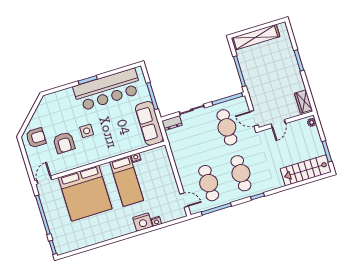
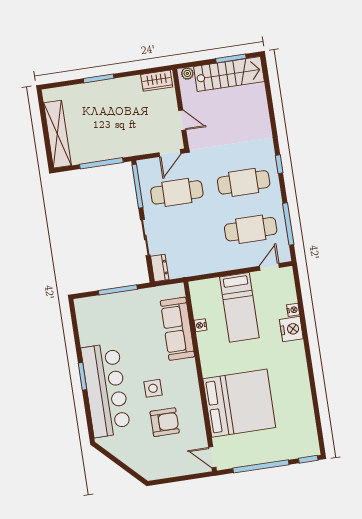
bar counter: (107, 90) -> (106, 390), moved
sofa: (149, 123) -> (177, 329), moved, turned 90
armchair: (36, 138) -> (152, 460), removed
stairs: (306, 170) -> (229, 74), moved, turned -90
bed: (127, 181) -> (239, 307), moved, turned 90

